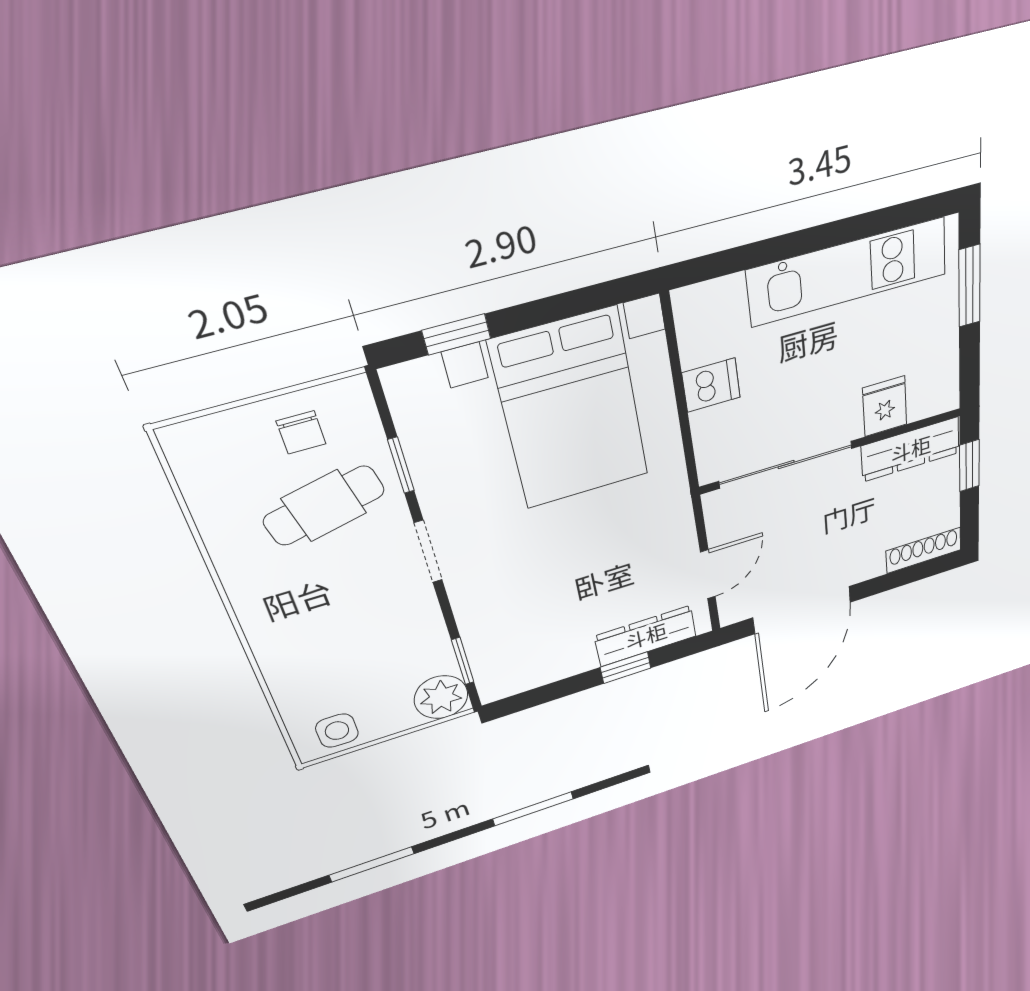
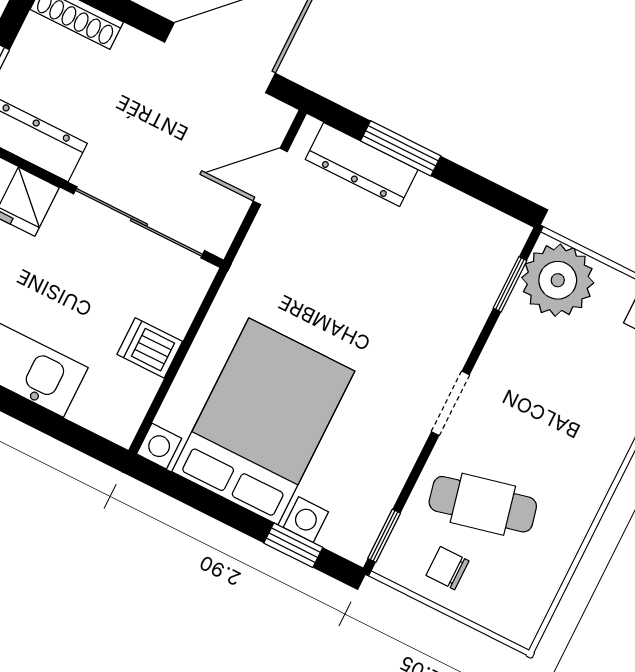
chair: (301, 432) -> (448, 568), turned -90
window: (401, 465) -> (384, 536), moved
window: (626, 668) -> (401, 148), width x1.50
plant: (441, 697) -> (558, 280), width x1.36, depth x1.36

